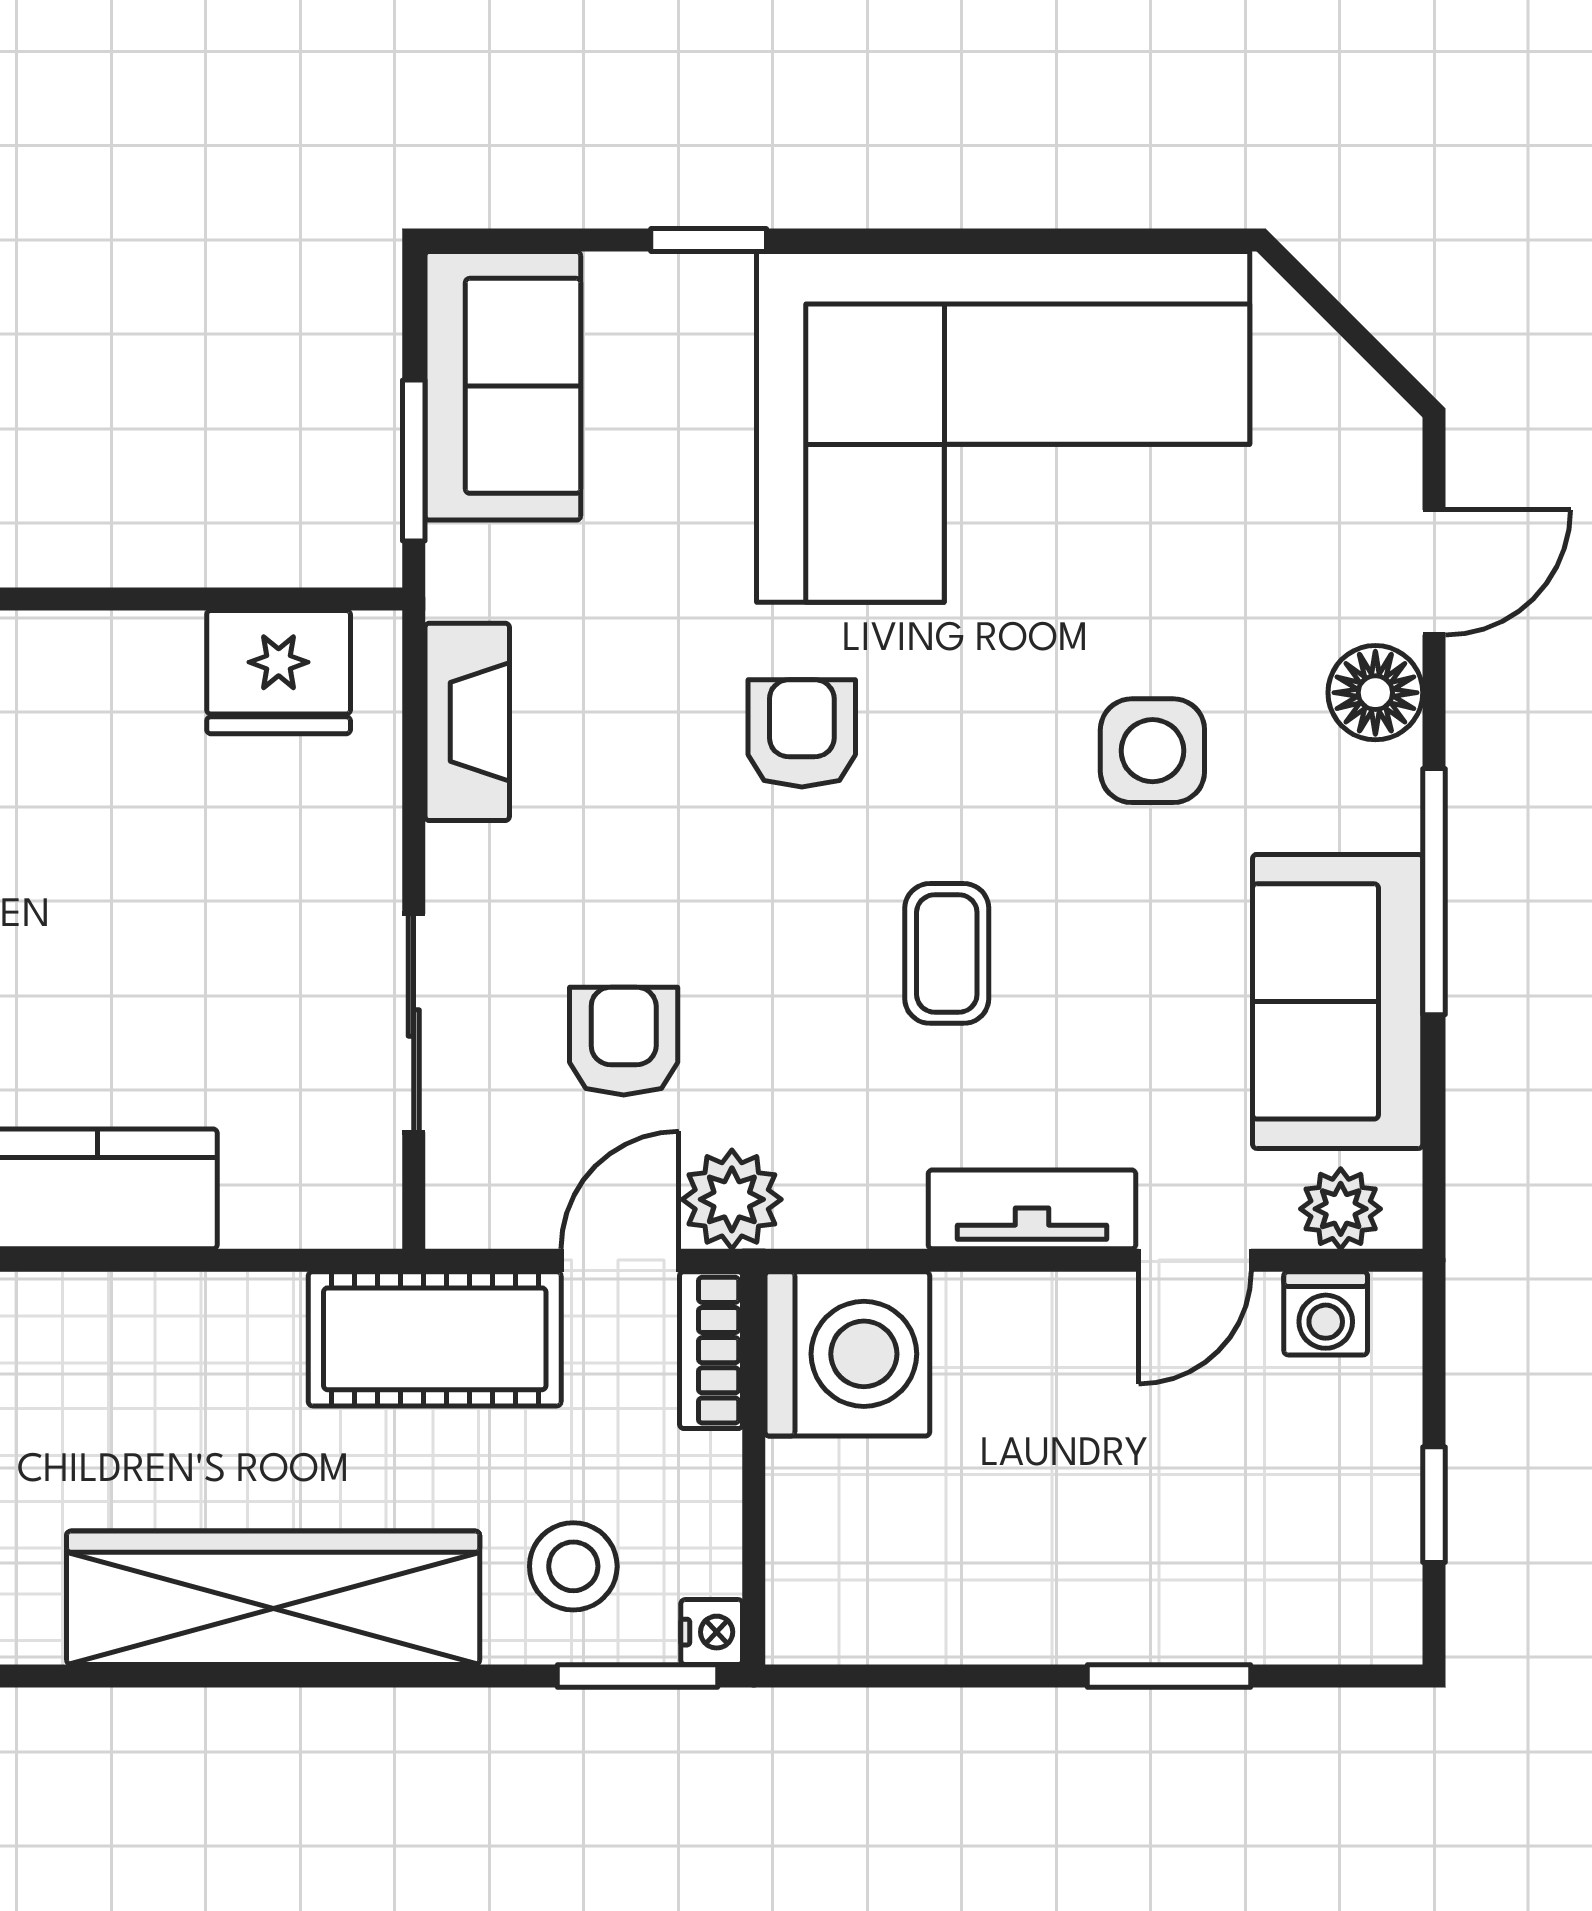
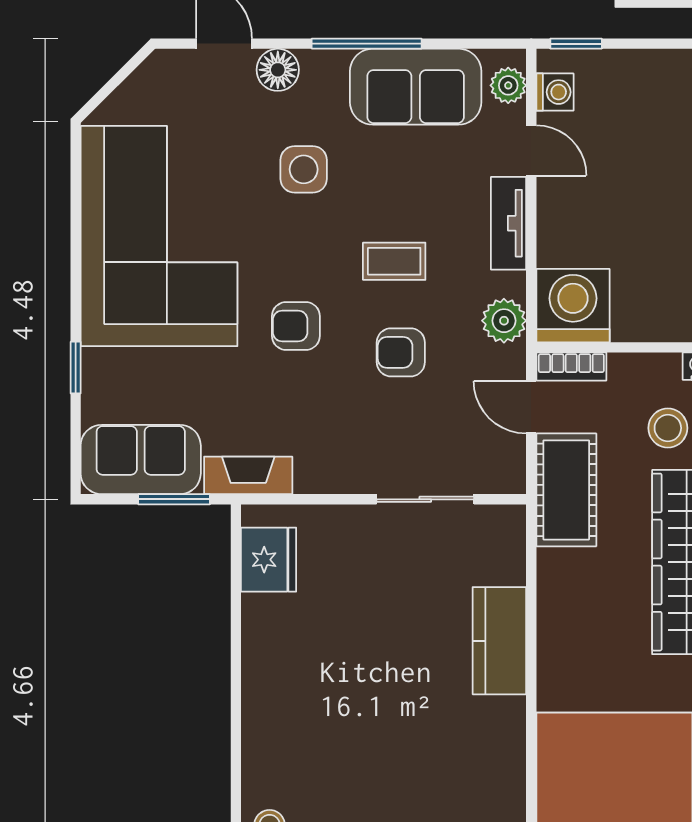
fireplace: (467, 722) -> (248, 475), moved
armchair: (624, 1041) -> (401, 352), moved
plant: (732, 1199) -> (504, 321), moved
window: (1434, 1505) -> (576, 44), moved

